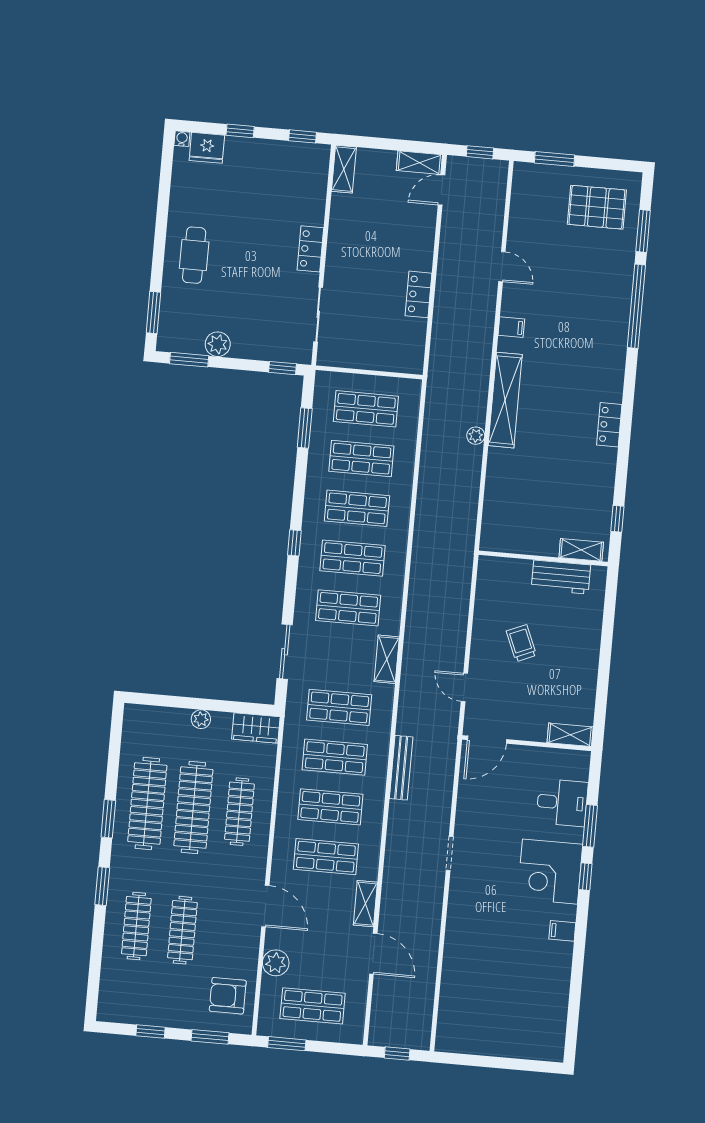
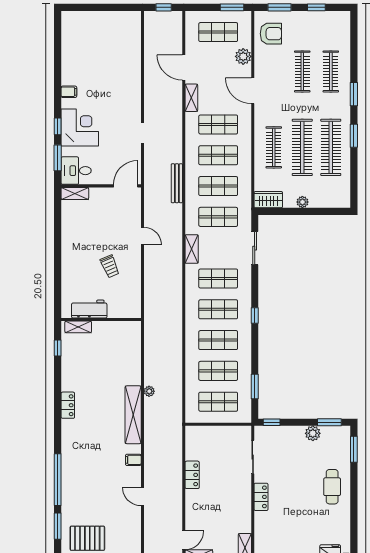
shelving: (570, 735) -> (75, 193), moved
door: (487, 740) -> (126, 186), moved
wall: (527, 743) -> (101, 186), moved

